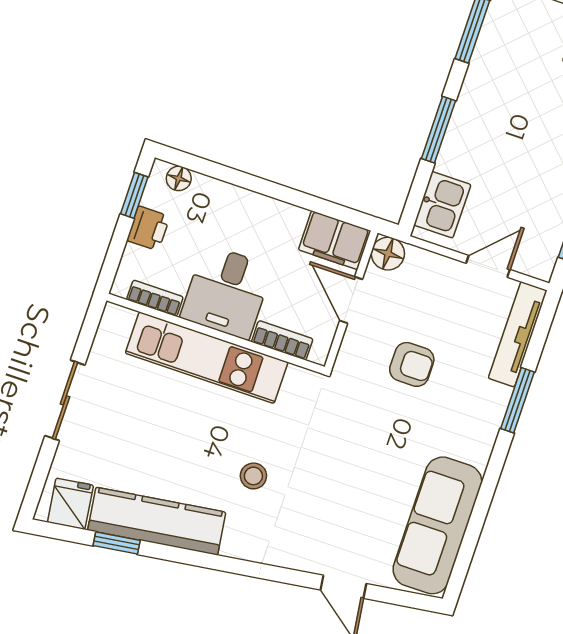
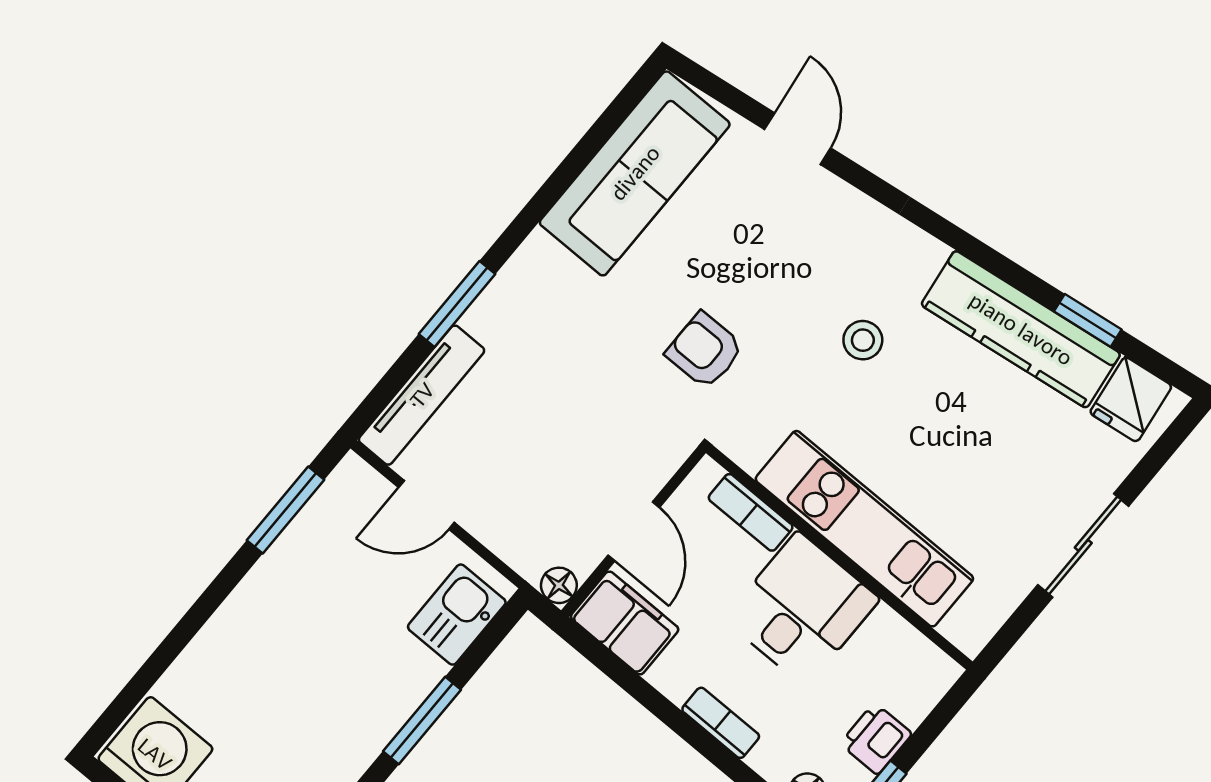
floor lamp: (388, 254) -> (559, 585), width x0.73, depth x0.73
bookcase: (155, 298) -> (721, 723), moved, turned 180
armchair: (412, 364) -> (705, 351), moved

